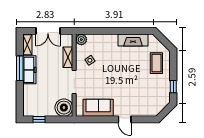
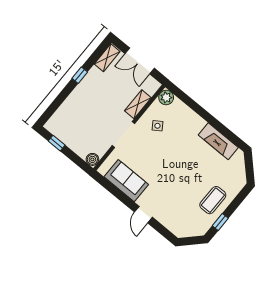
coffee table: (156, 63) -> (213, 200), moved
window: (20, 68) -> (80, 75), width x0.46
freezer: (29, 70) -> (88, 85), removed
boiler: (64, 108) -> (92, 159), width x0.54, depth x0.54

